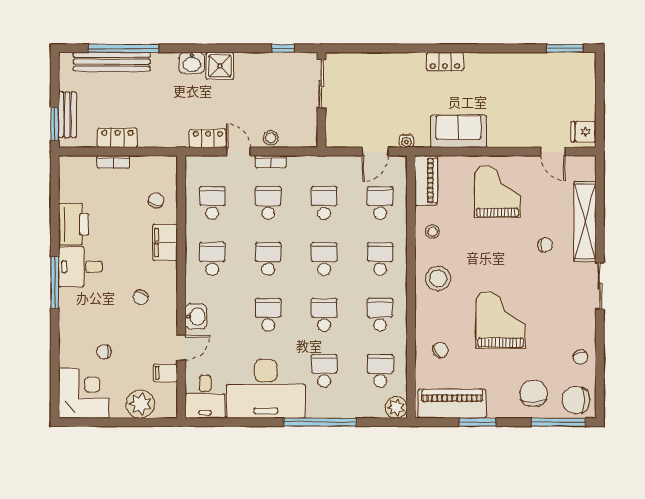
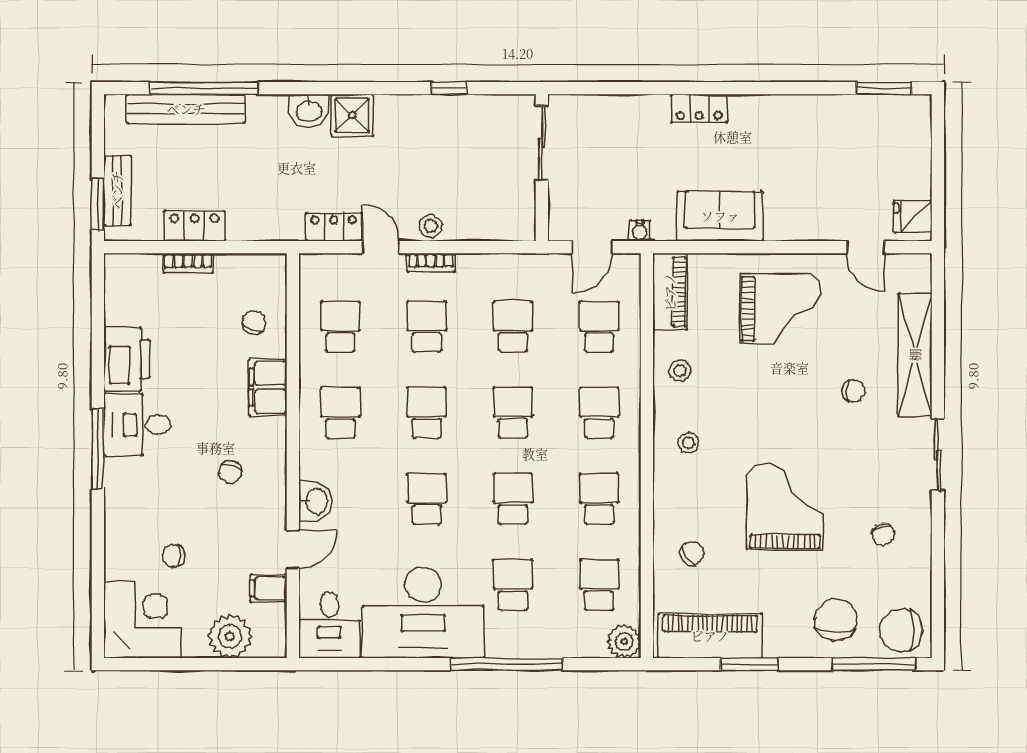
sliding door: (321, 84) -> (542, 143), moved
wall: (321, 100) -> (542, 168), moved
grand piano: (498, 191) -> (780, 309), turned 90
stool: (438, 278) -> (688, 443), width x0.53, depth x0.53
chair: (580, 357) -> (883, 534), moved

